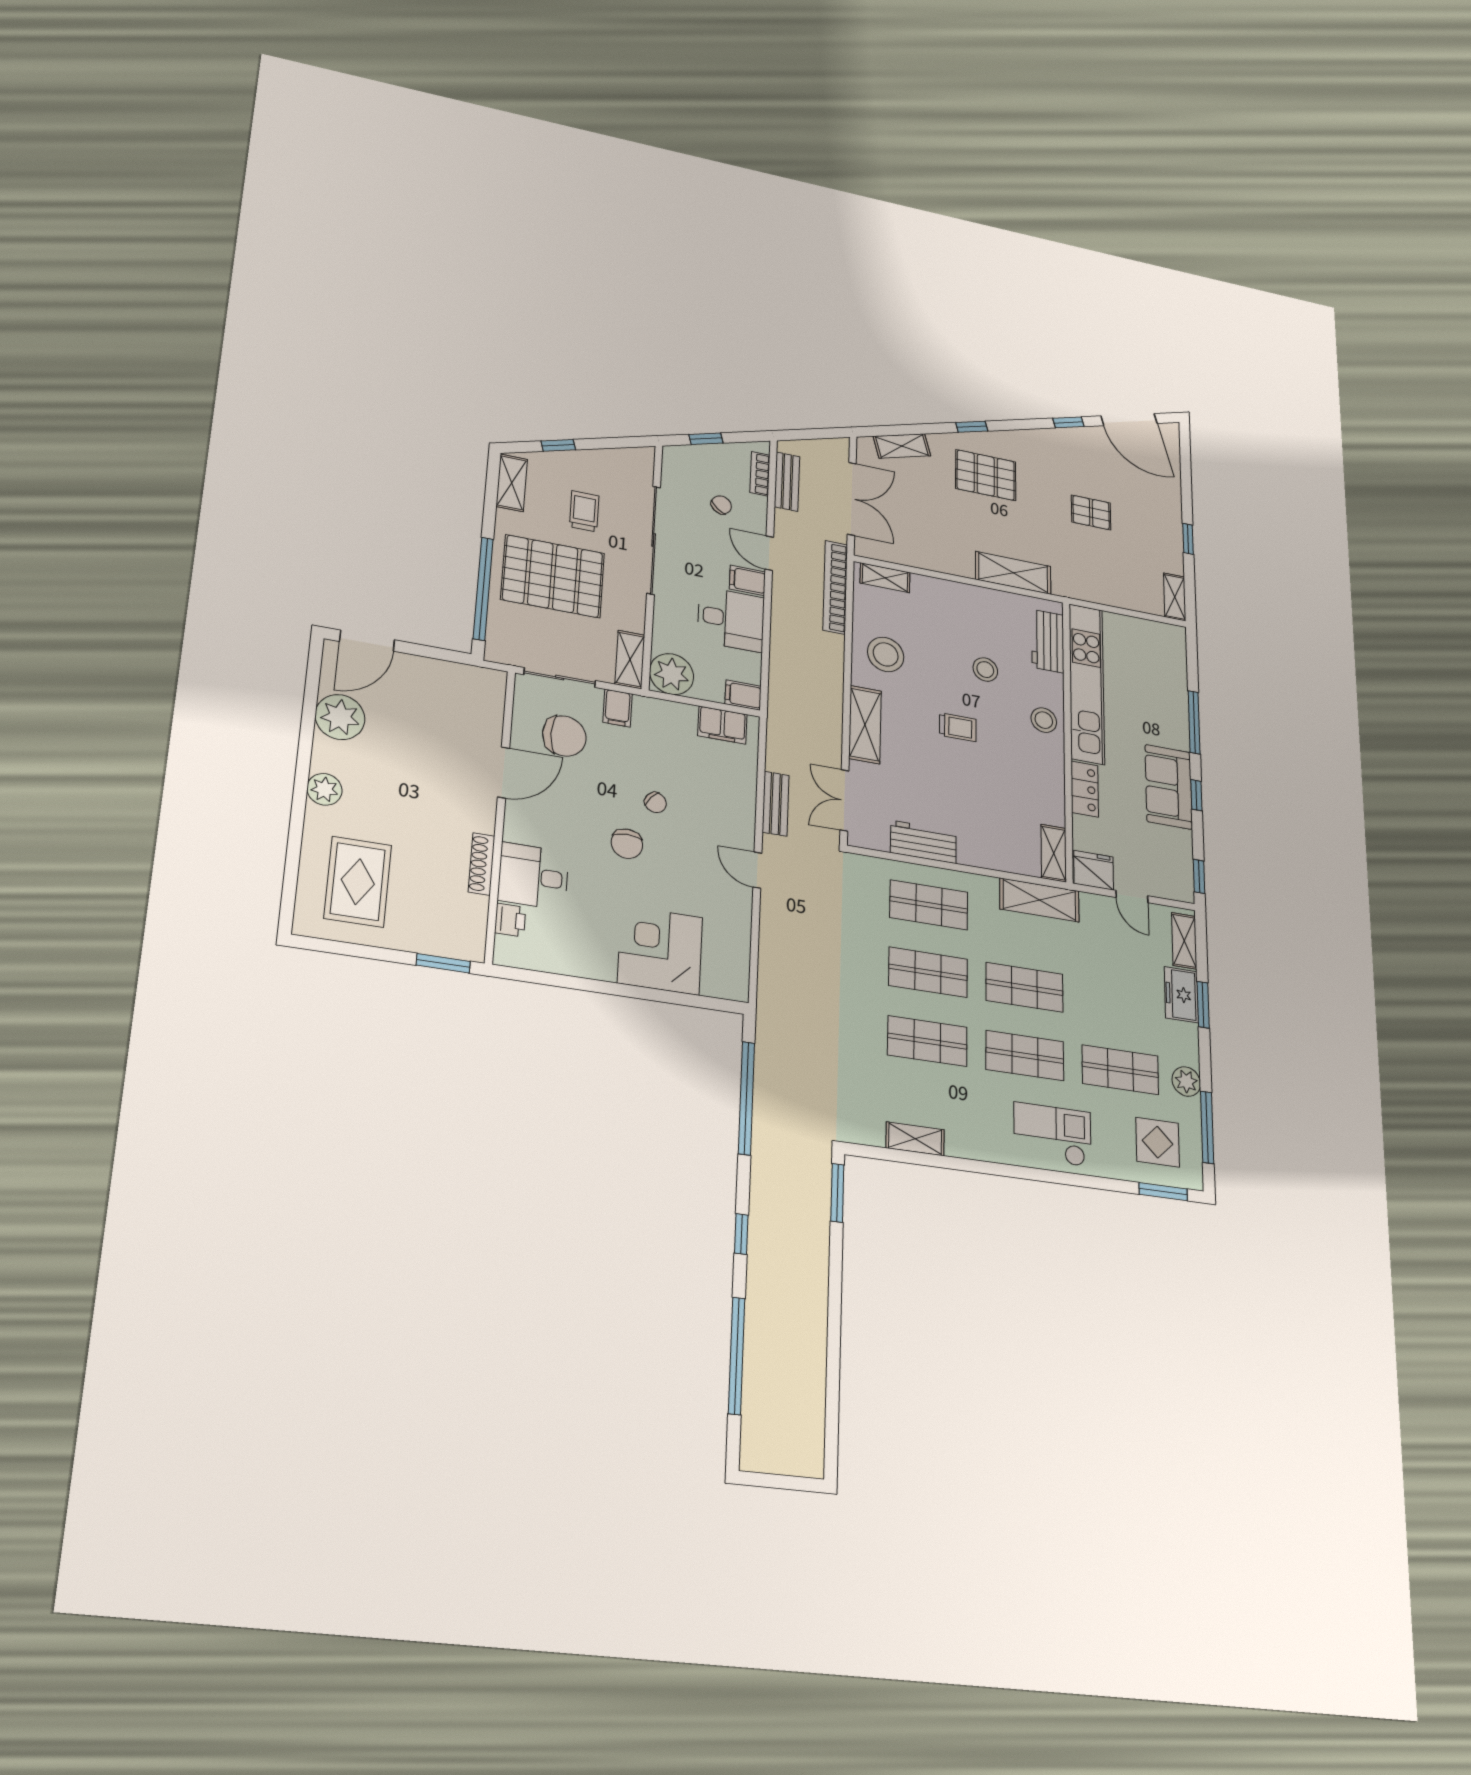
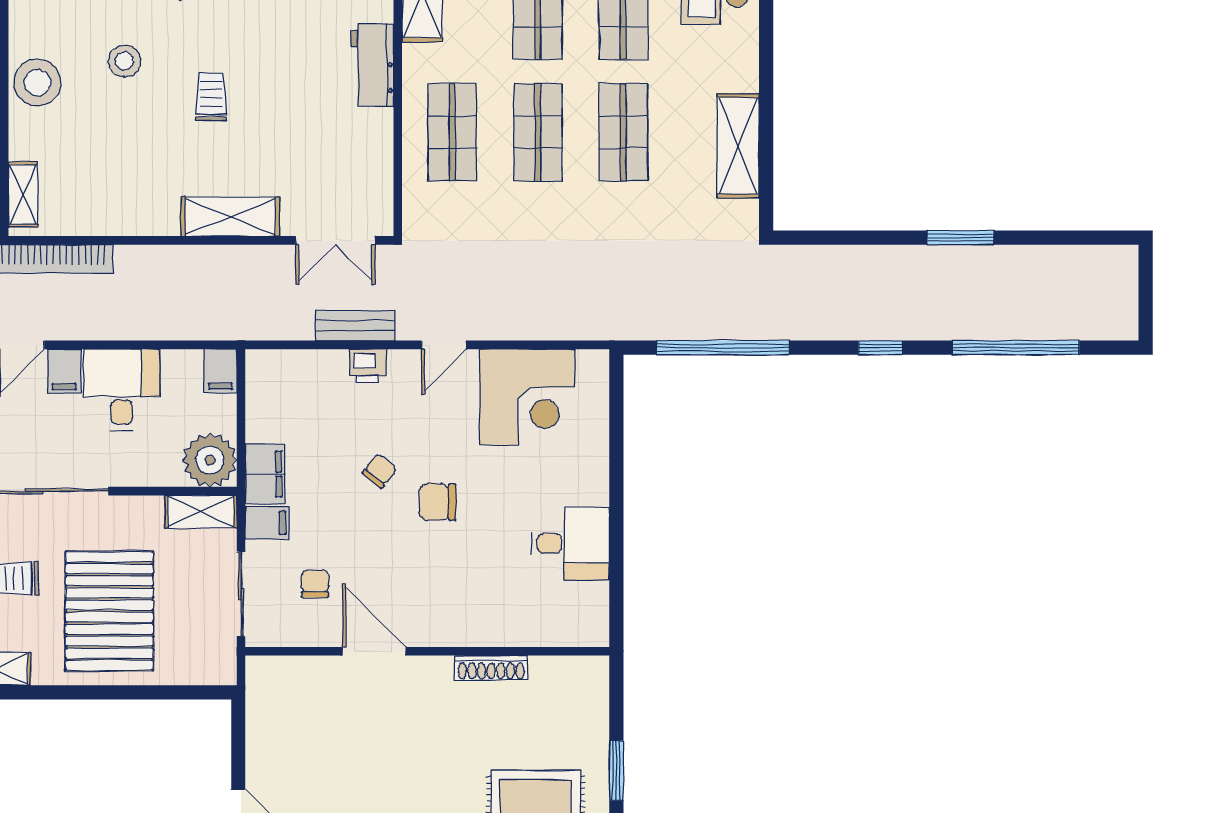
window: (483, 589) -> (143, 692), removed
stool: (886, 654) -> (37, 83), moved
filing cabinet: (722, 725) -> (265, 474), moved
chair: (564, 736) -> (315, 584), width x0.54, depth x0.54
workbench: (923, 842) -> (372, 65), moved
chair: (627, 844) -> (437, 502), turned 180
desk: (533, 876) -> (570, 543), moved, turned -90
printer: (510, 920) -> (368, 366), moved, turned 180
corner desk: (660, 950) -> (527, 397), moved, turned -90
window: (443, 963) -> (616, 771), moved
shelving: (915, 1139) -> (738, 146), width x1.50, depth x1.33
window: (837, 1193) -> (960, 238), moved

